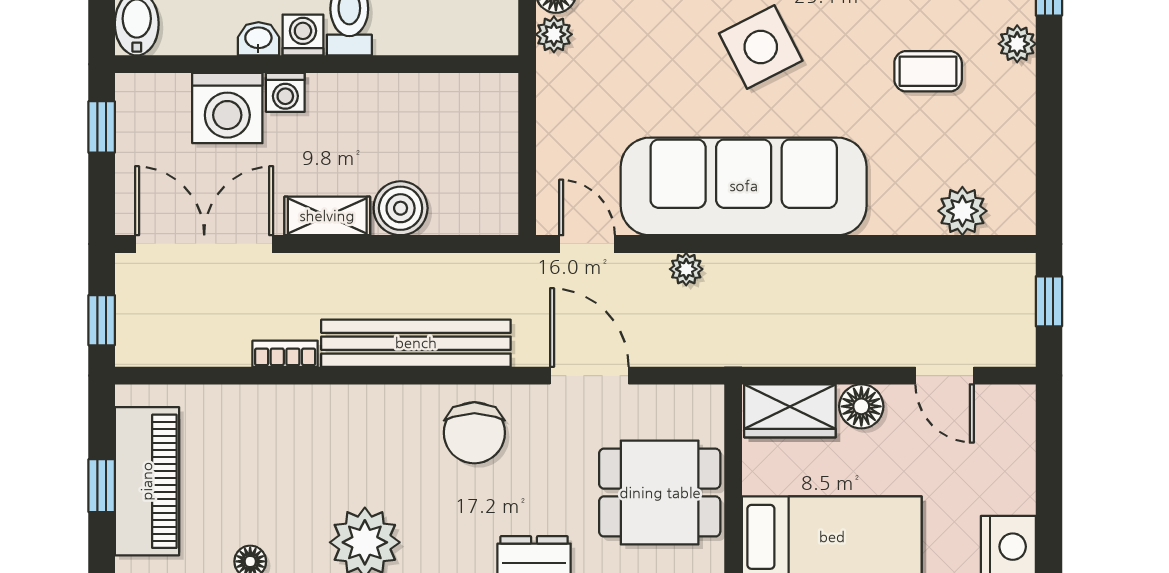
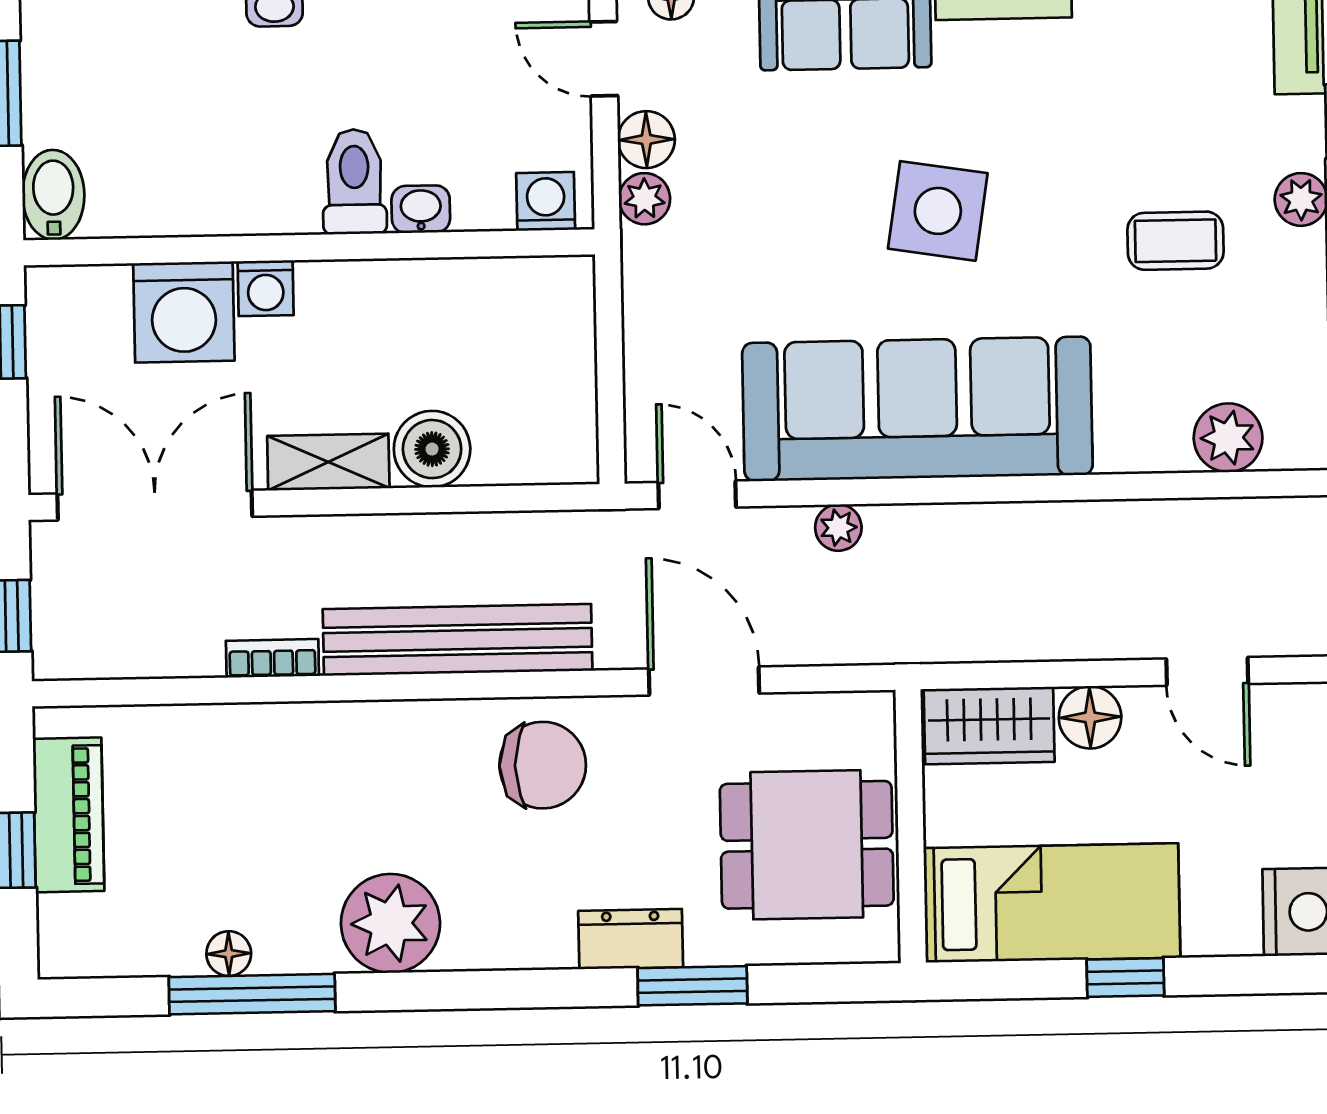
washing machine: (303, 35) -> (546, 201), moved
washbasin: (258, 39) -> (421, 209), moved
side table: (761, 47) -> (938, 211), turned 36
chair: (474, 433) -> (543, 765), turned -90
piano: (147, 481) -> (68, 815), width x0.73, depth x0.75

